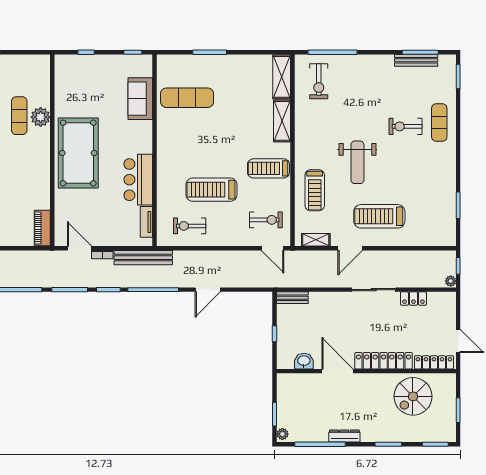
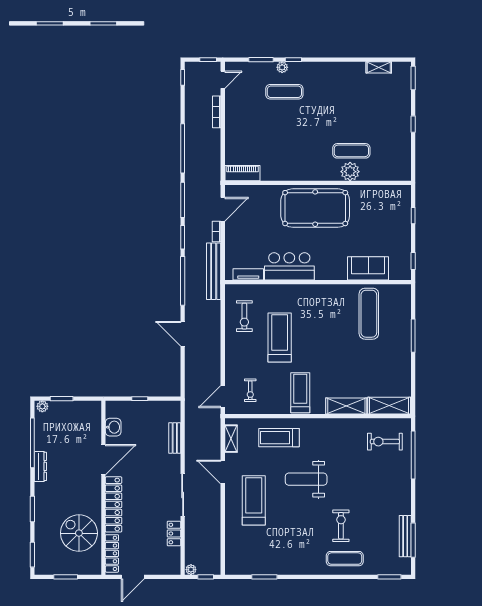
exercise bike: (266, 220) -> (250, 390), width x0.73, depth x0.72
exercise bike: (190, 226) -> (244, 316), turned 180
bench: (292, 298) -> (175, 438), moved

